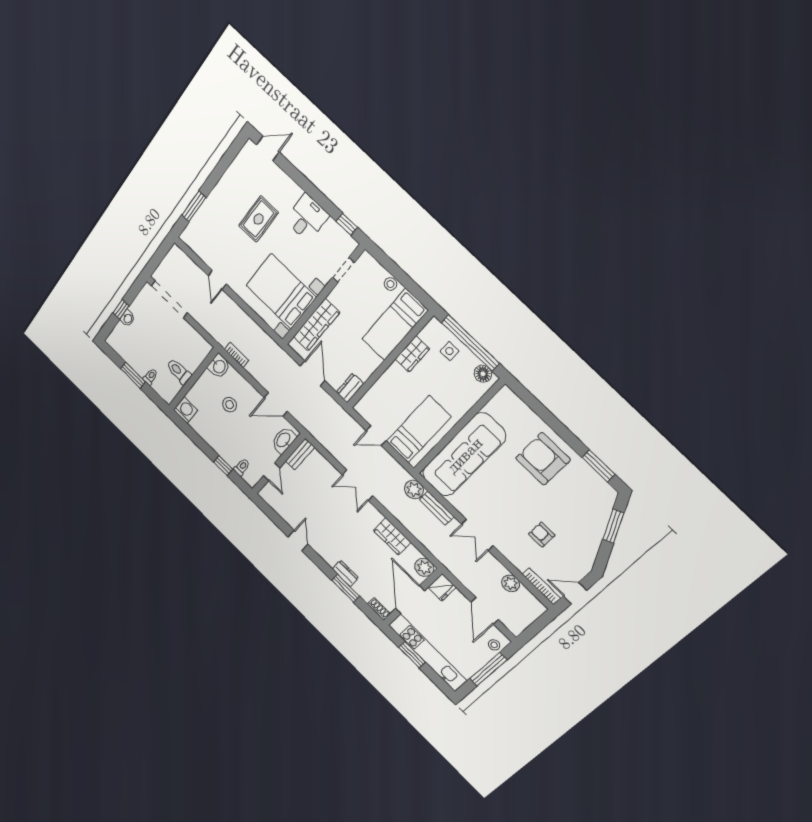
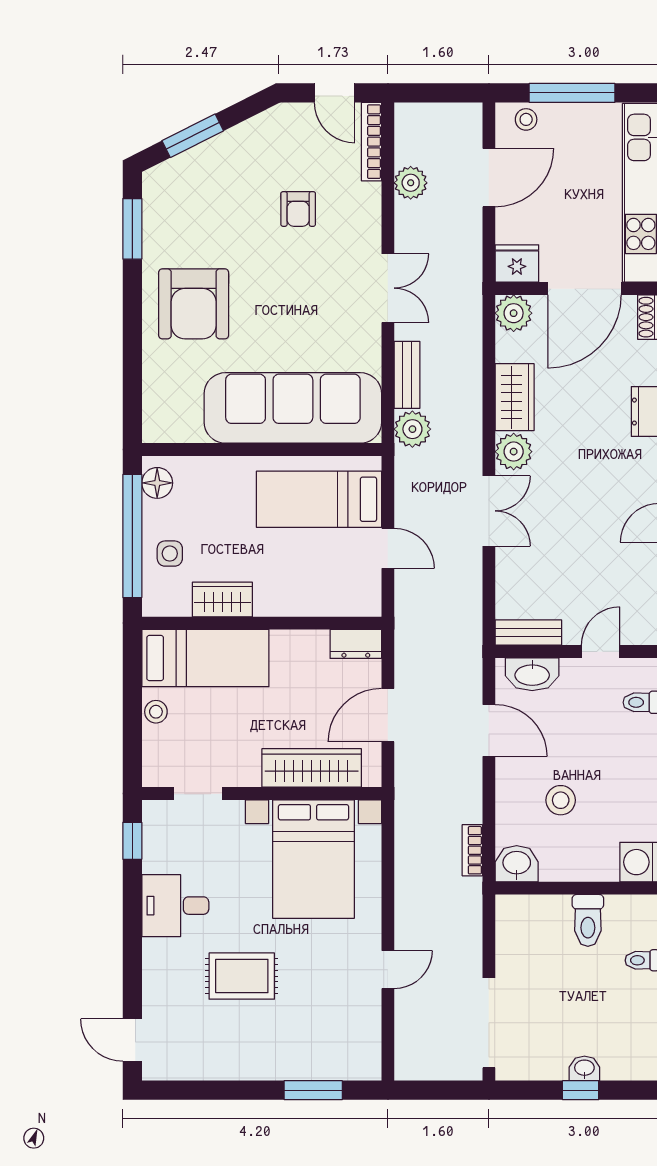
plant: (372, 516) -> (514, 452), added

